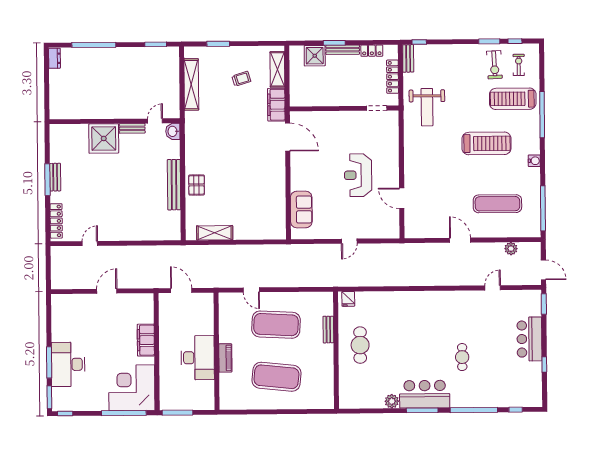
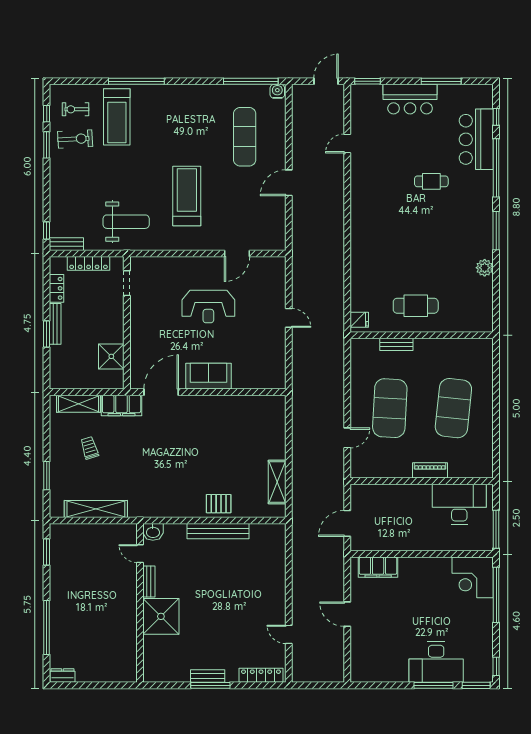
shower: (315, 56) -> (111, 356), moved
treadmill: (487, 143) -> (187, 196), moved
water cooler: (534, 161) -> (277, 91), moved
sofa: (301, 210) -> (208, 376), moved
plant: (511, 249) -> (300, 121), removed
door: (493, 288) -> (347, 143), hinge flipped
filing cabinet: (146, 340) -> (378, 567), moved
desk: (198, 358) -> (459, 504), moved
window: (544, 364) -> (441, 81), width x2.17
corner desk: (132, 388) -> (473, 577), width x0.74, depth x0.74
bar counter: (425, 394) -> (476, 139), moved

